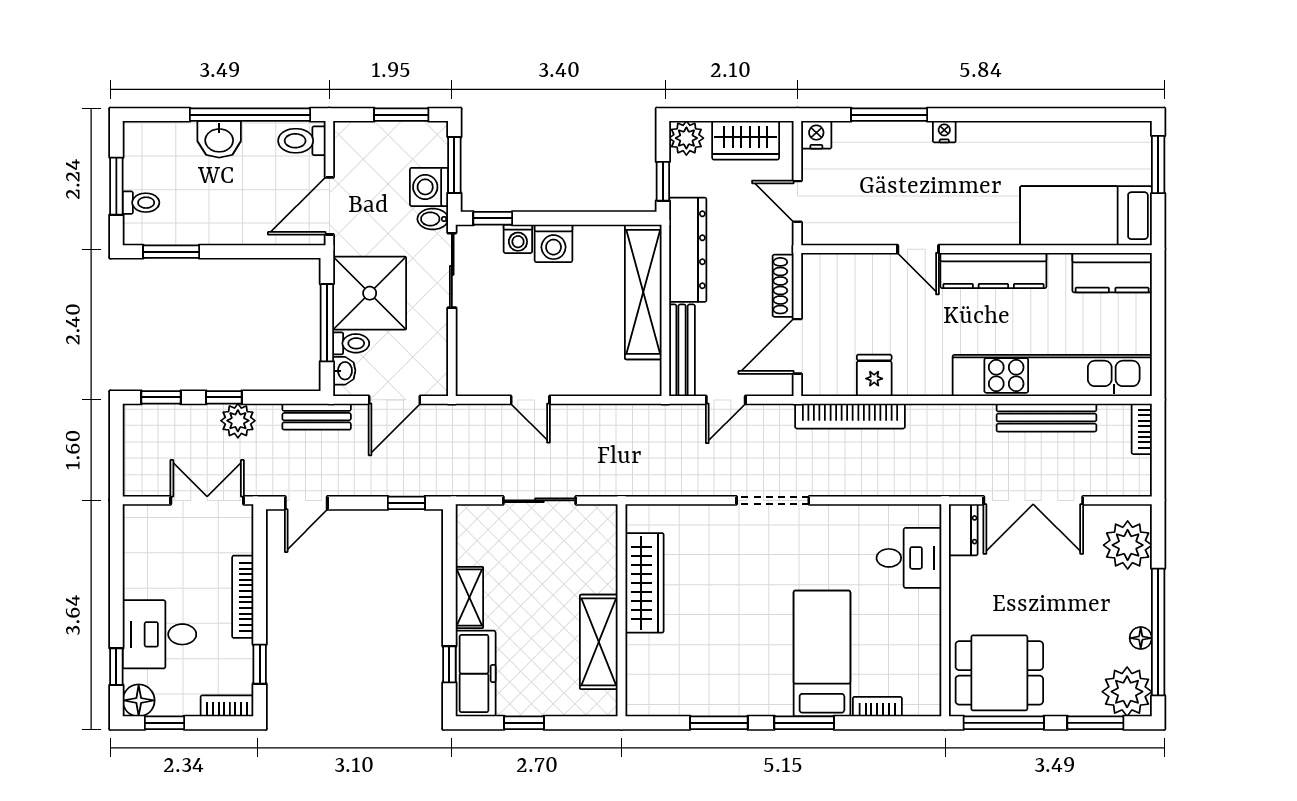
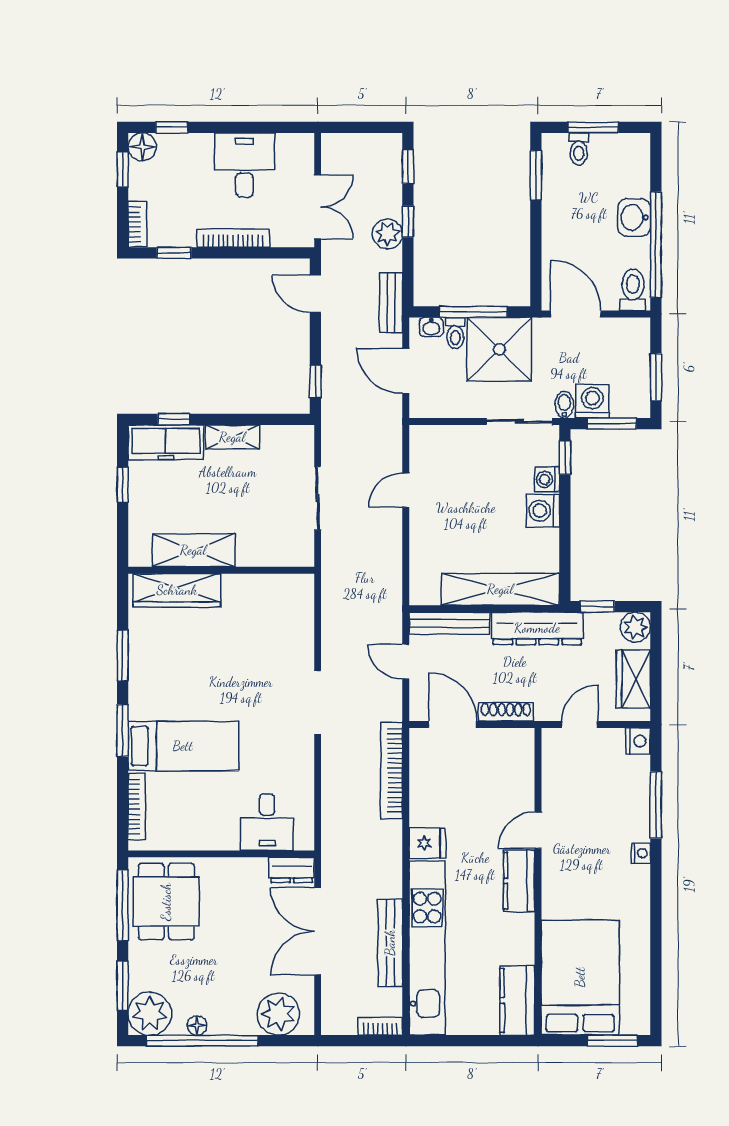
bed: (1086, 216) -> (580, 977), width x1.50
kitchen counter: (993, 270) -> (519, 881), width x0.67
fridge: (874, 375) -> (427, 843), moved
wardrobe: (644, 583) -> (177, 590), moved
desk: (159, 634) -> (245, 165), moved
bookcase: (877, 707) -> (137, 807), width x1.56

